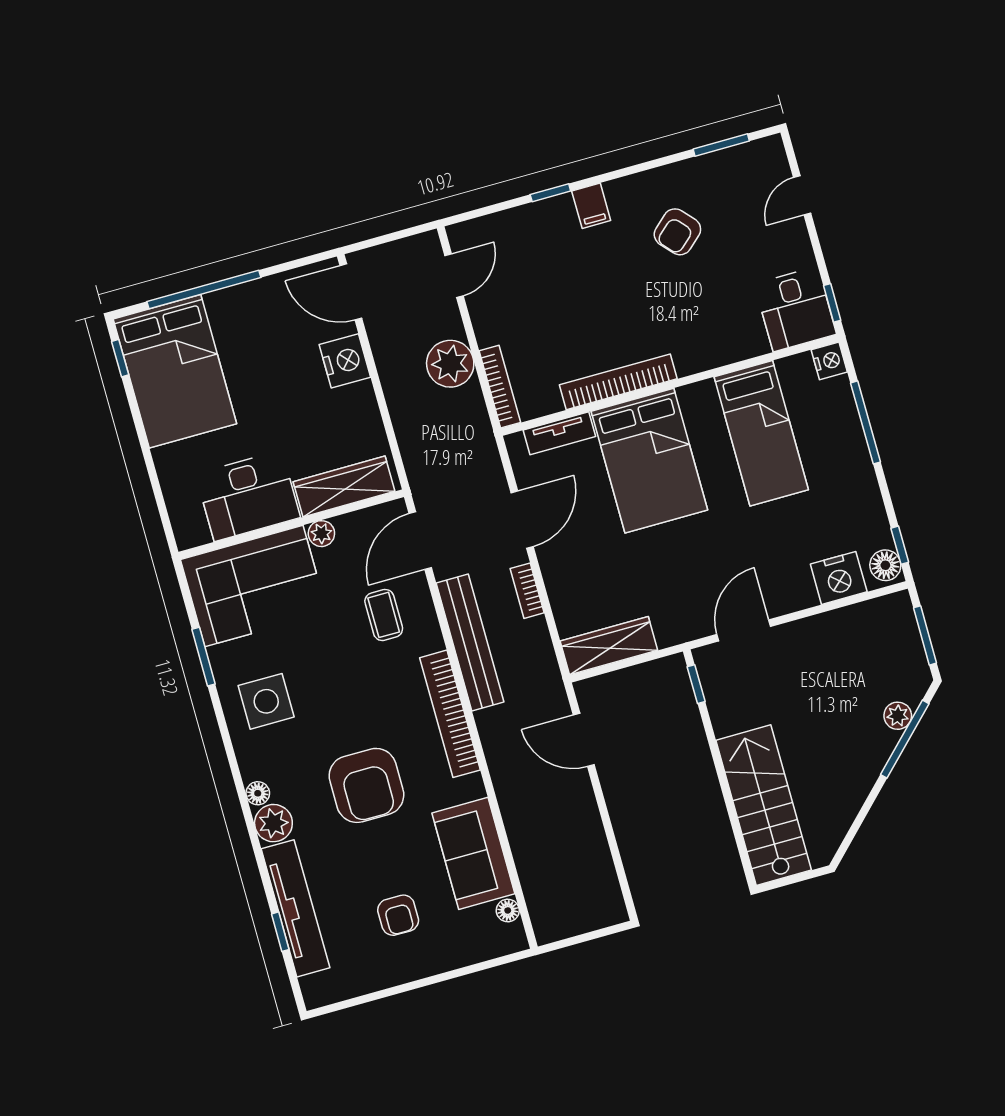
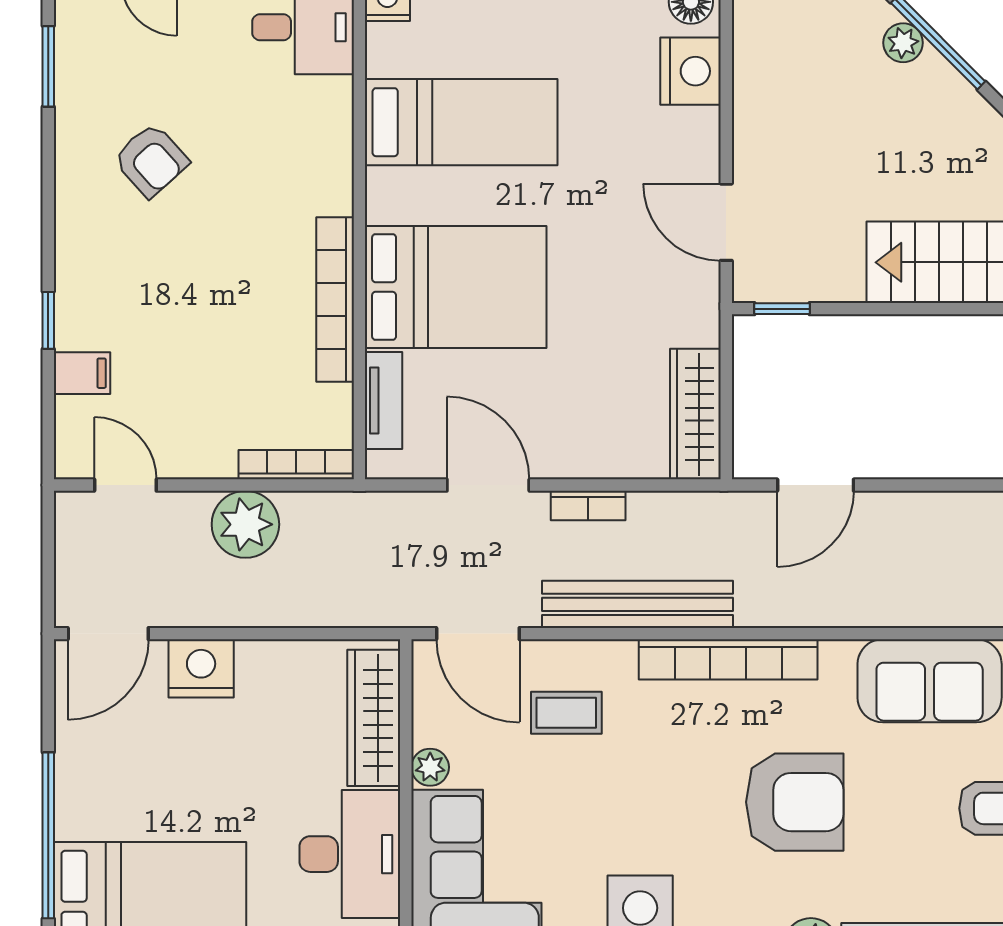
filing cabinet: (591, 206) -> (82, 373), moved

